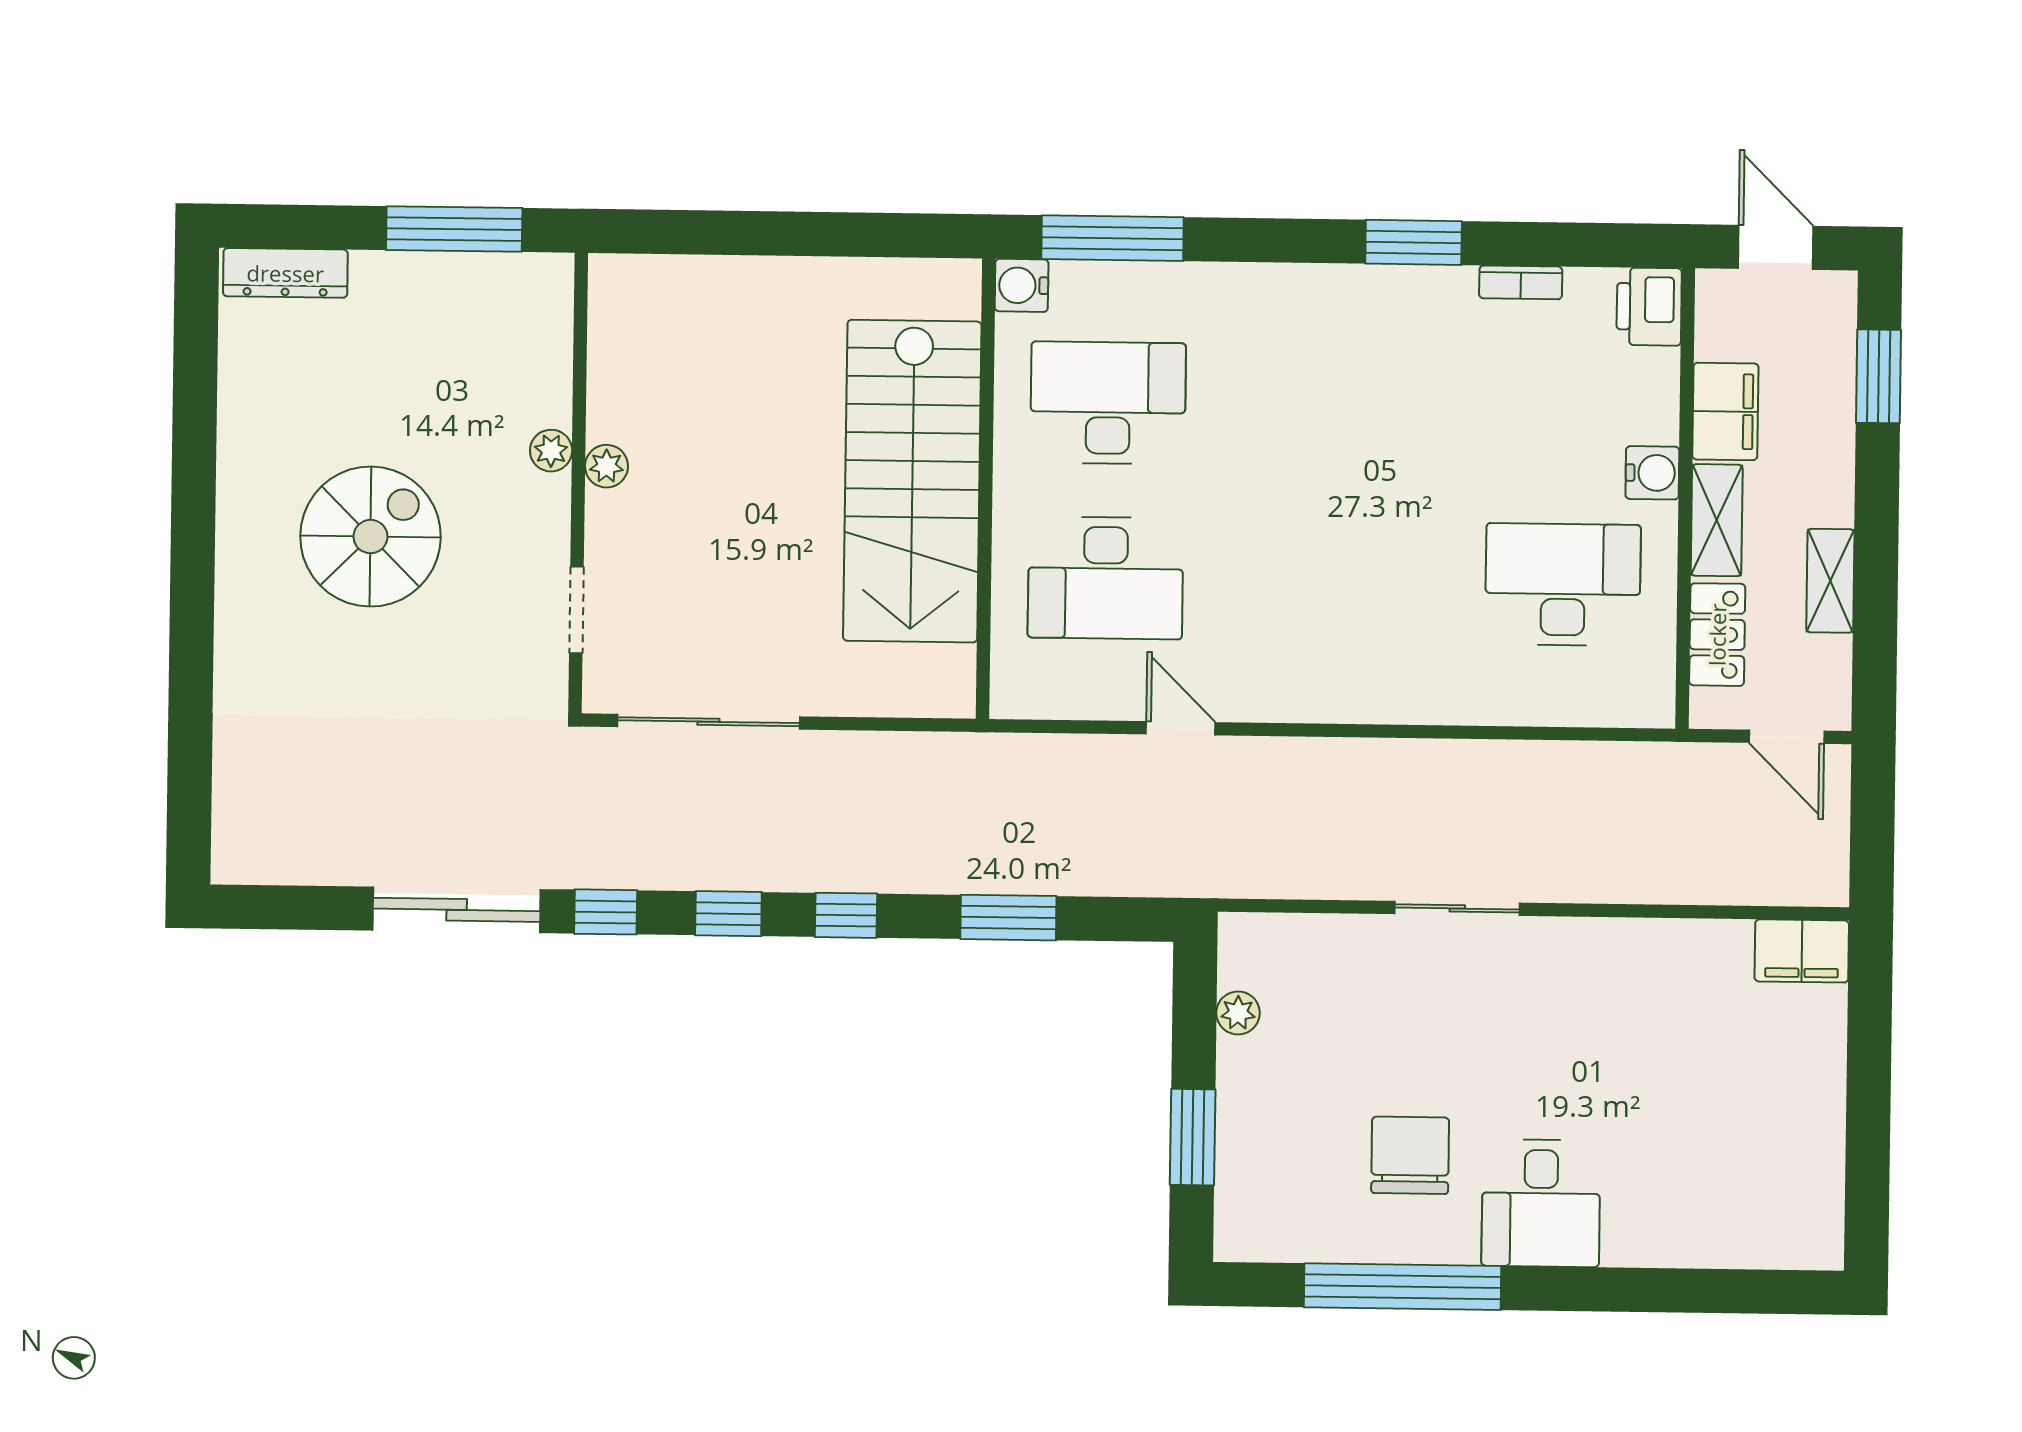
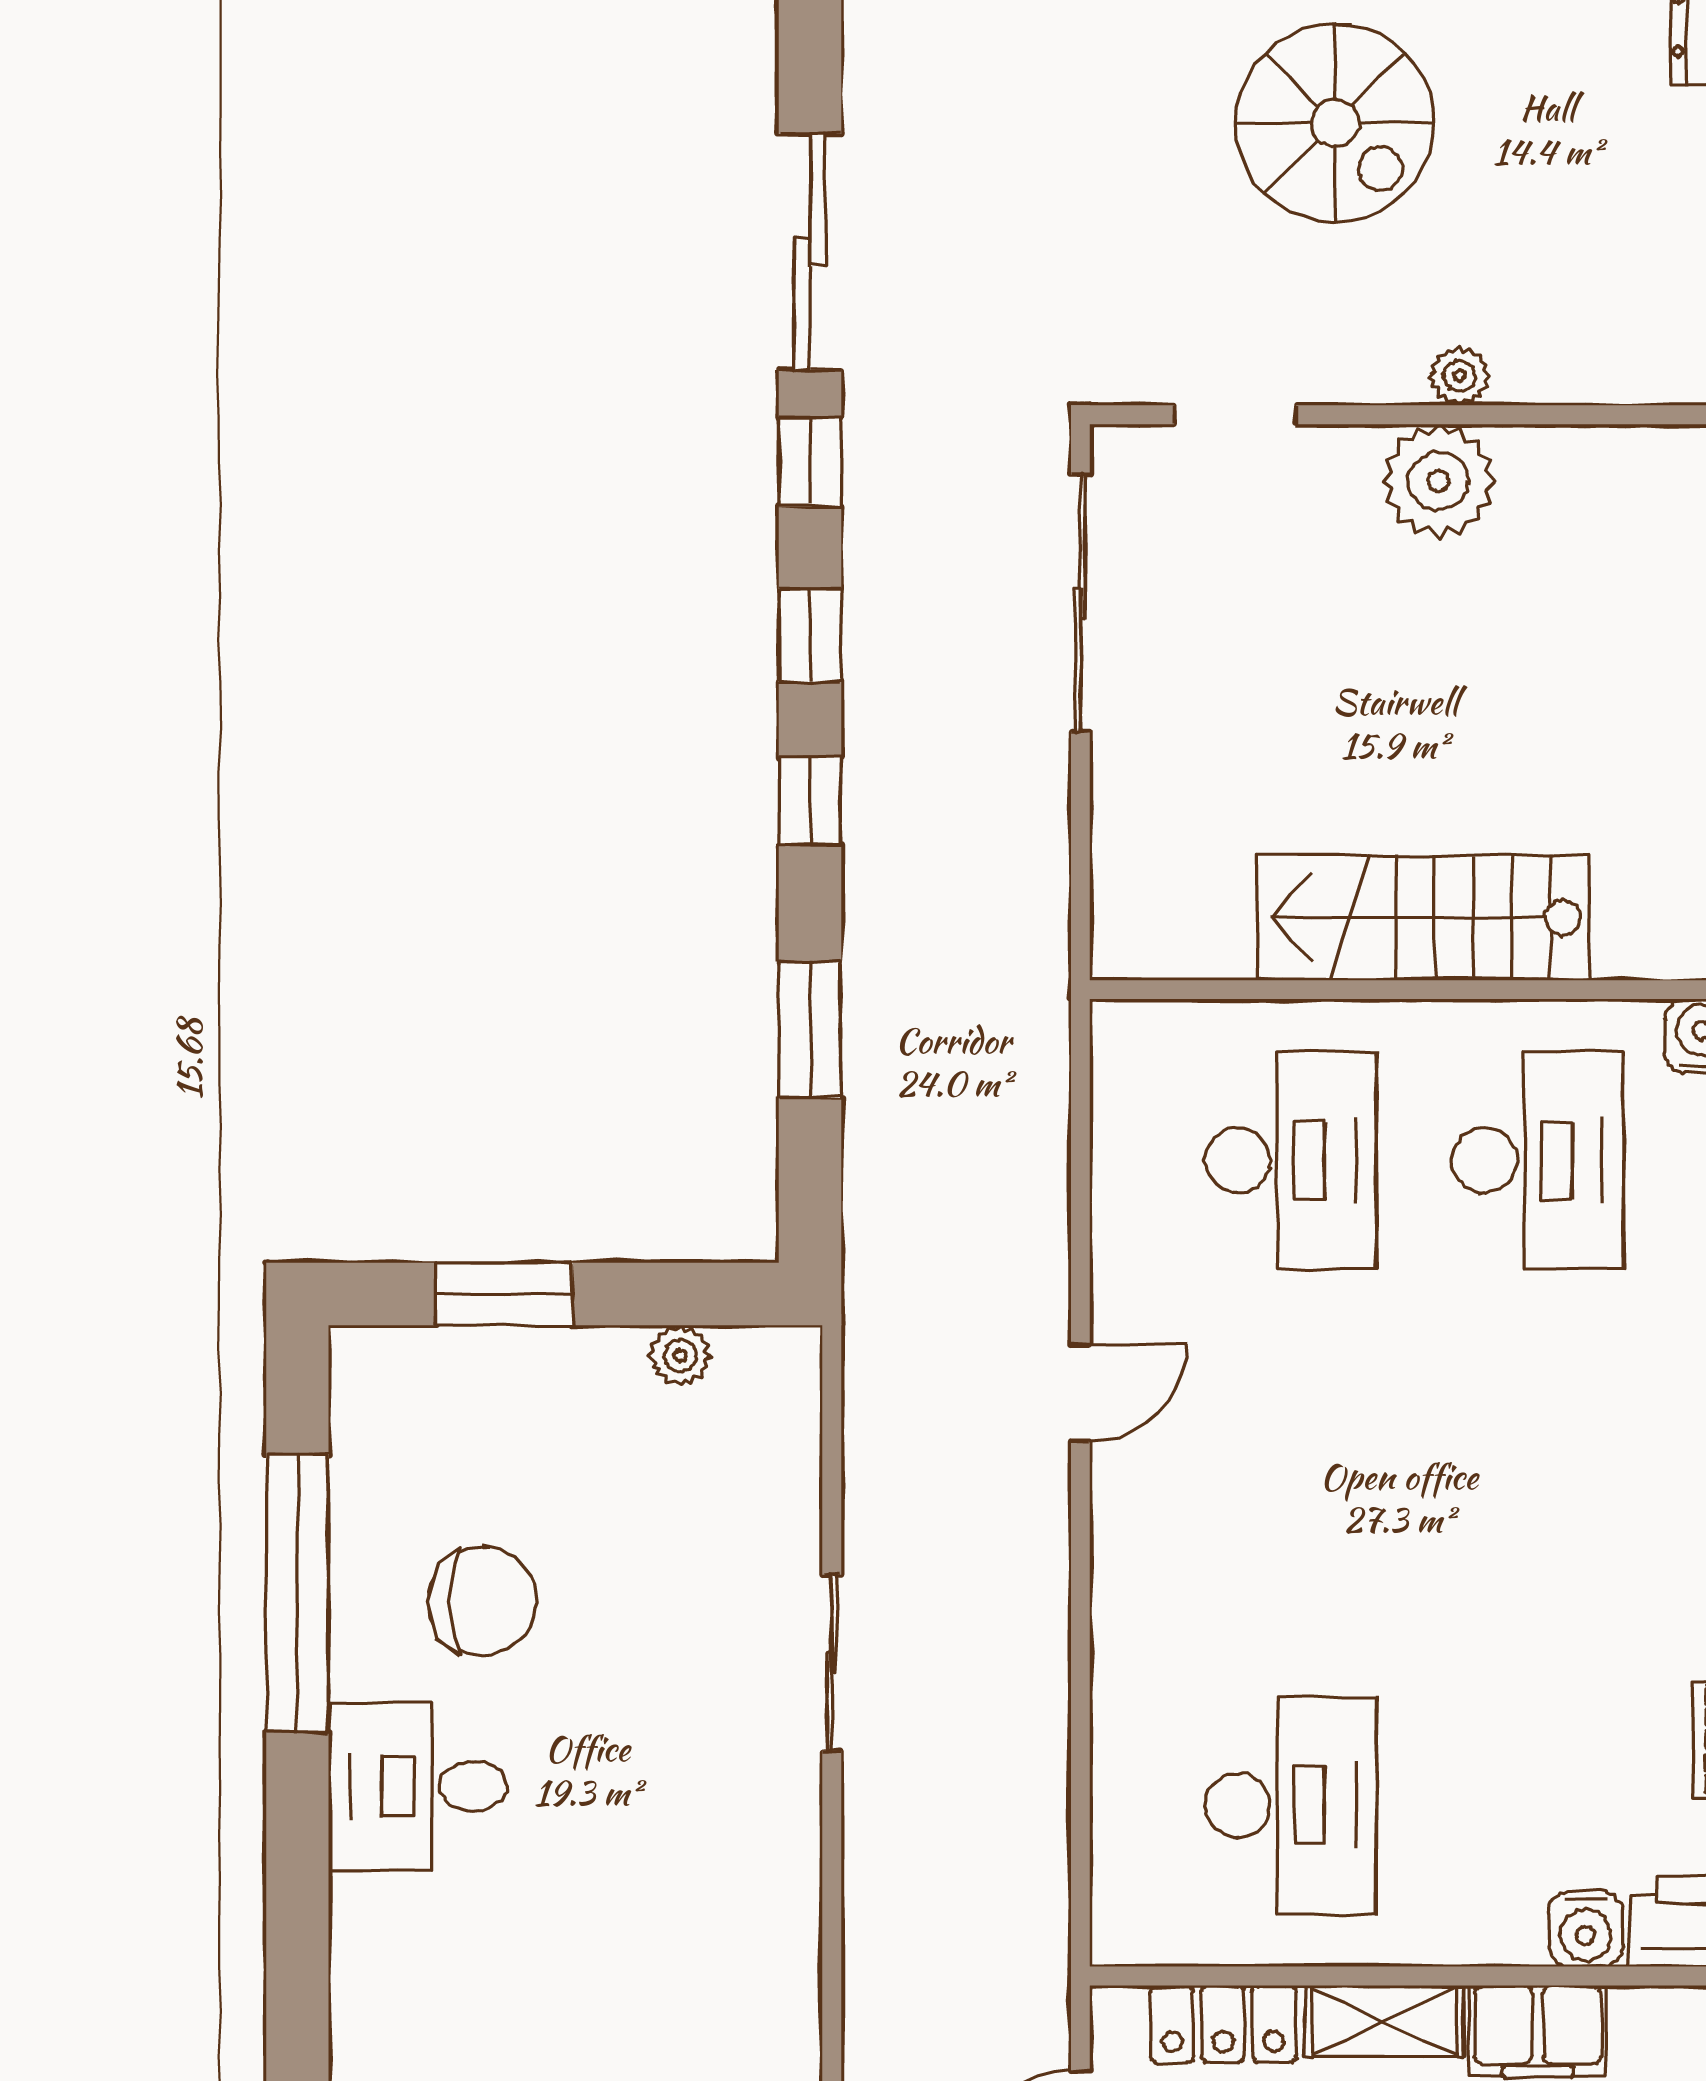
plant: (606, 466) -> (1439, 481), width x1.88, depth x1.88
water cooler: (1652, 473) -> (1586, 1929), moved
stairs: (912, 481) -> (1423, 918), width x0.73, depth x0.66
desk: (1106, 578) -> (1291, 1160), turned 180
door: (1181, 728) -> (1080, 1393), moved

